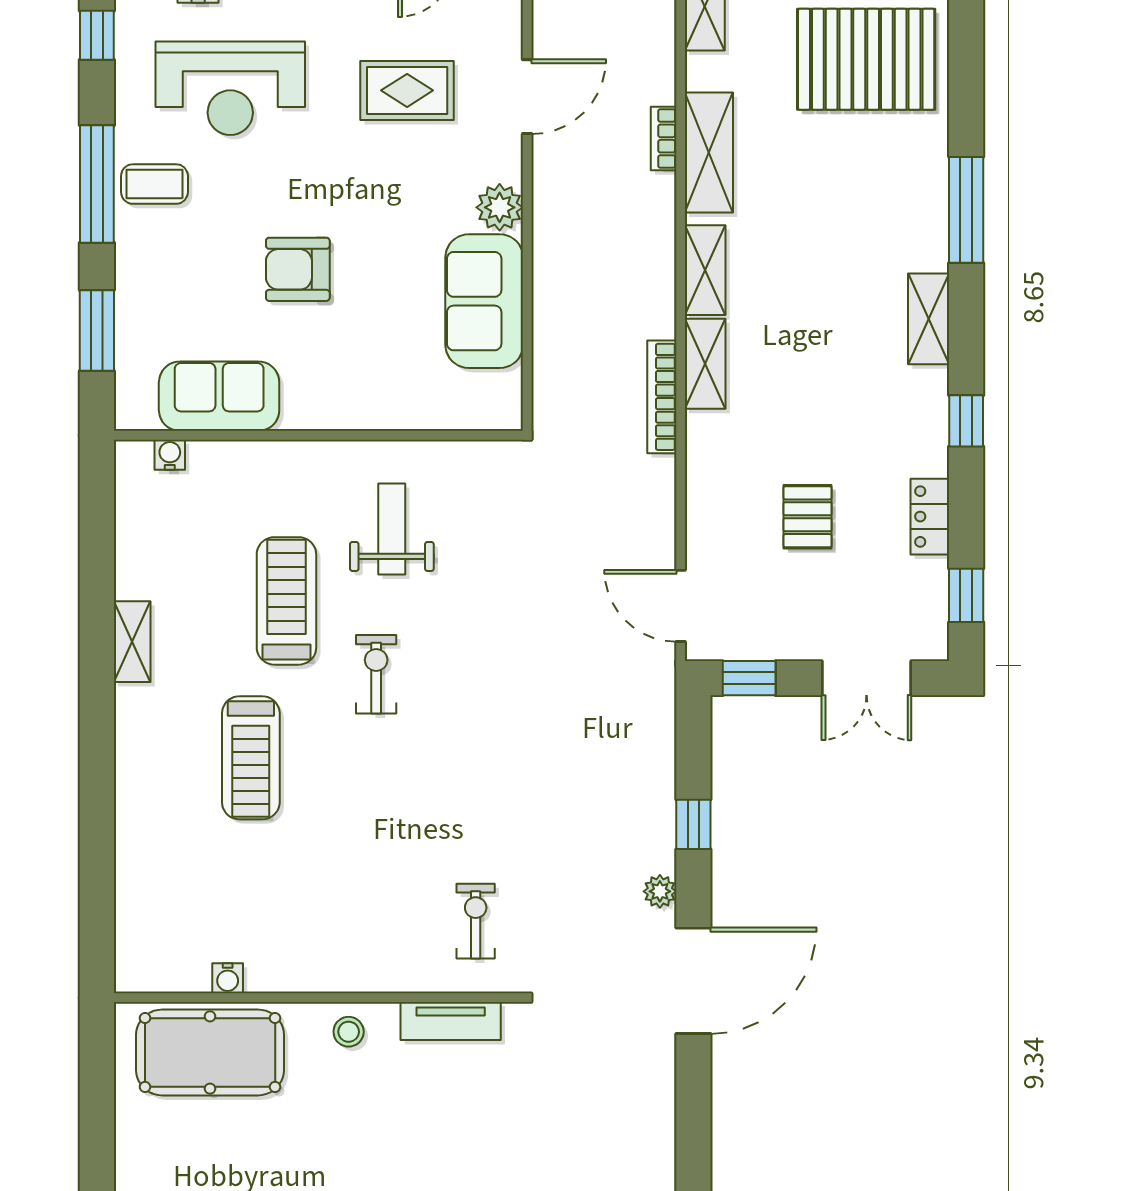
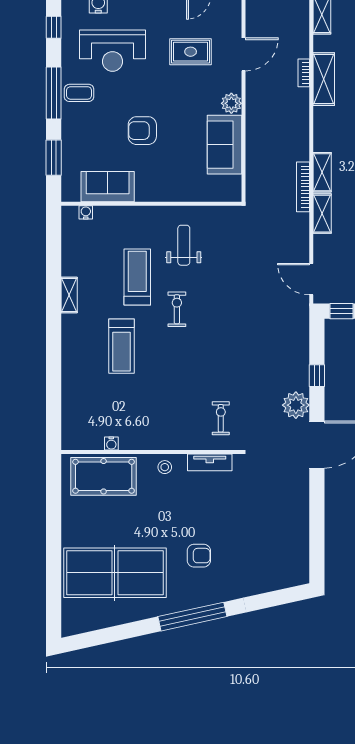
shelving: (705, 270) -> (322, 214), moved
plant: (660, 891) -> (296, 405), width x1.88, depth x1.88

